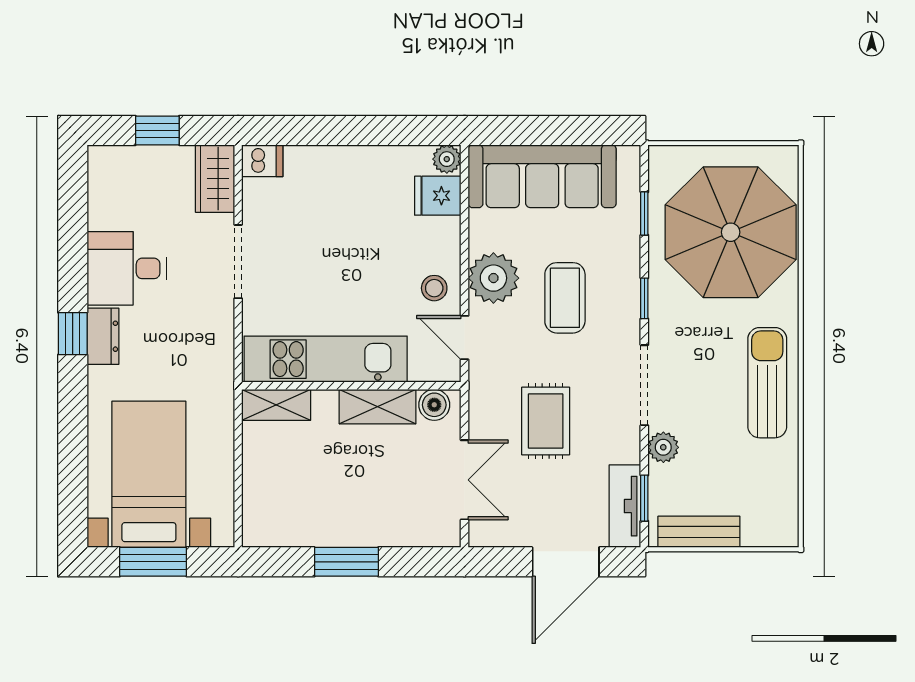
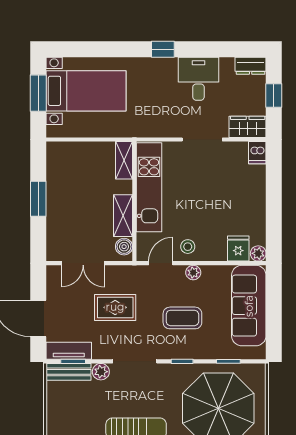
plant: (493, 278) -> (193, 273), width x0.53, depth x0.53
dresser: (103, 336) -> (251, 66), moved
bench: (699, 532) -> (68, 372), moved, turned 90

